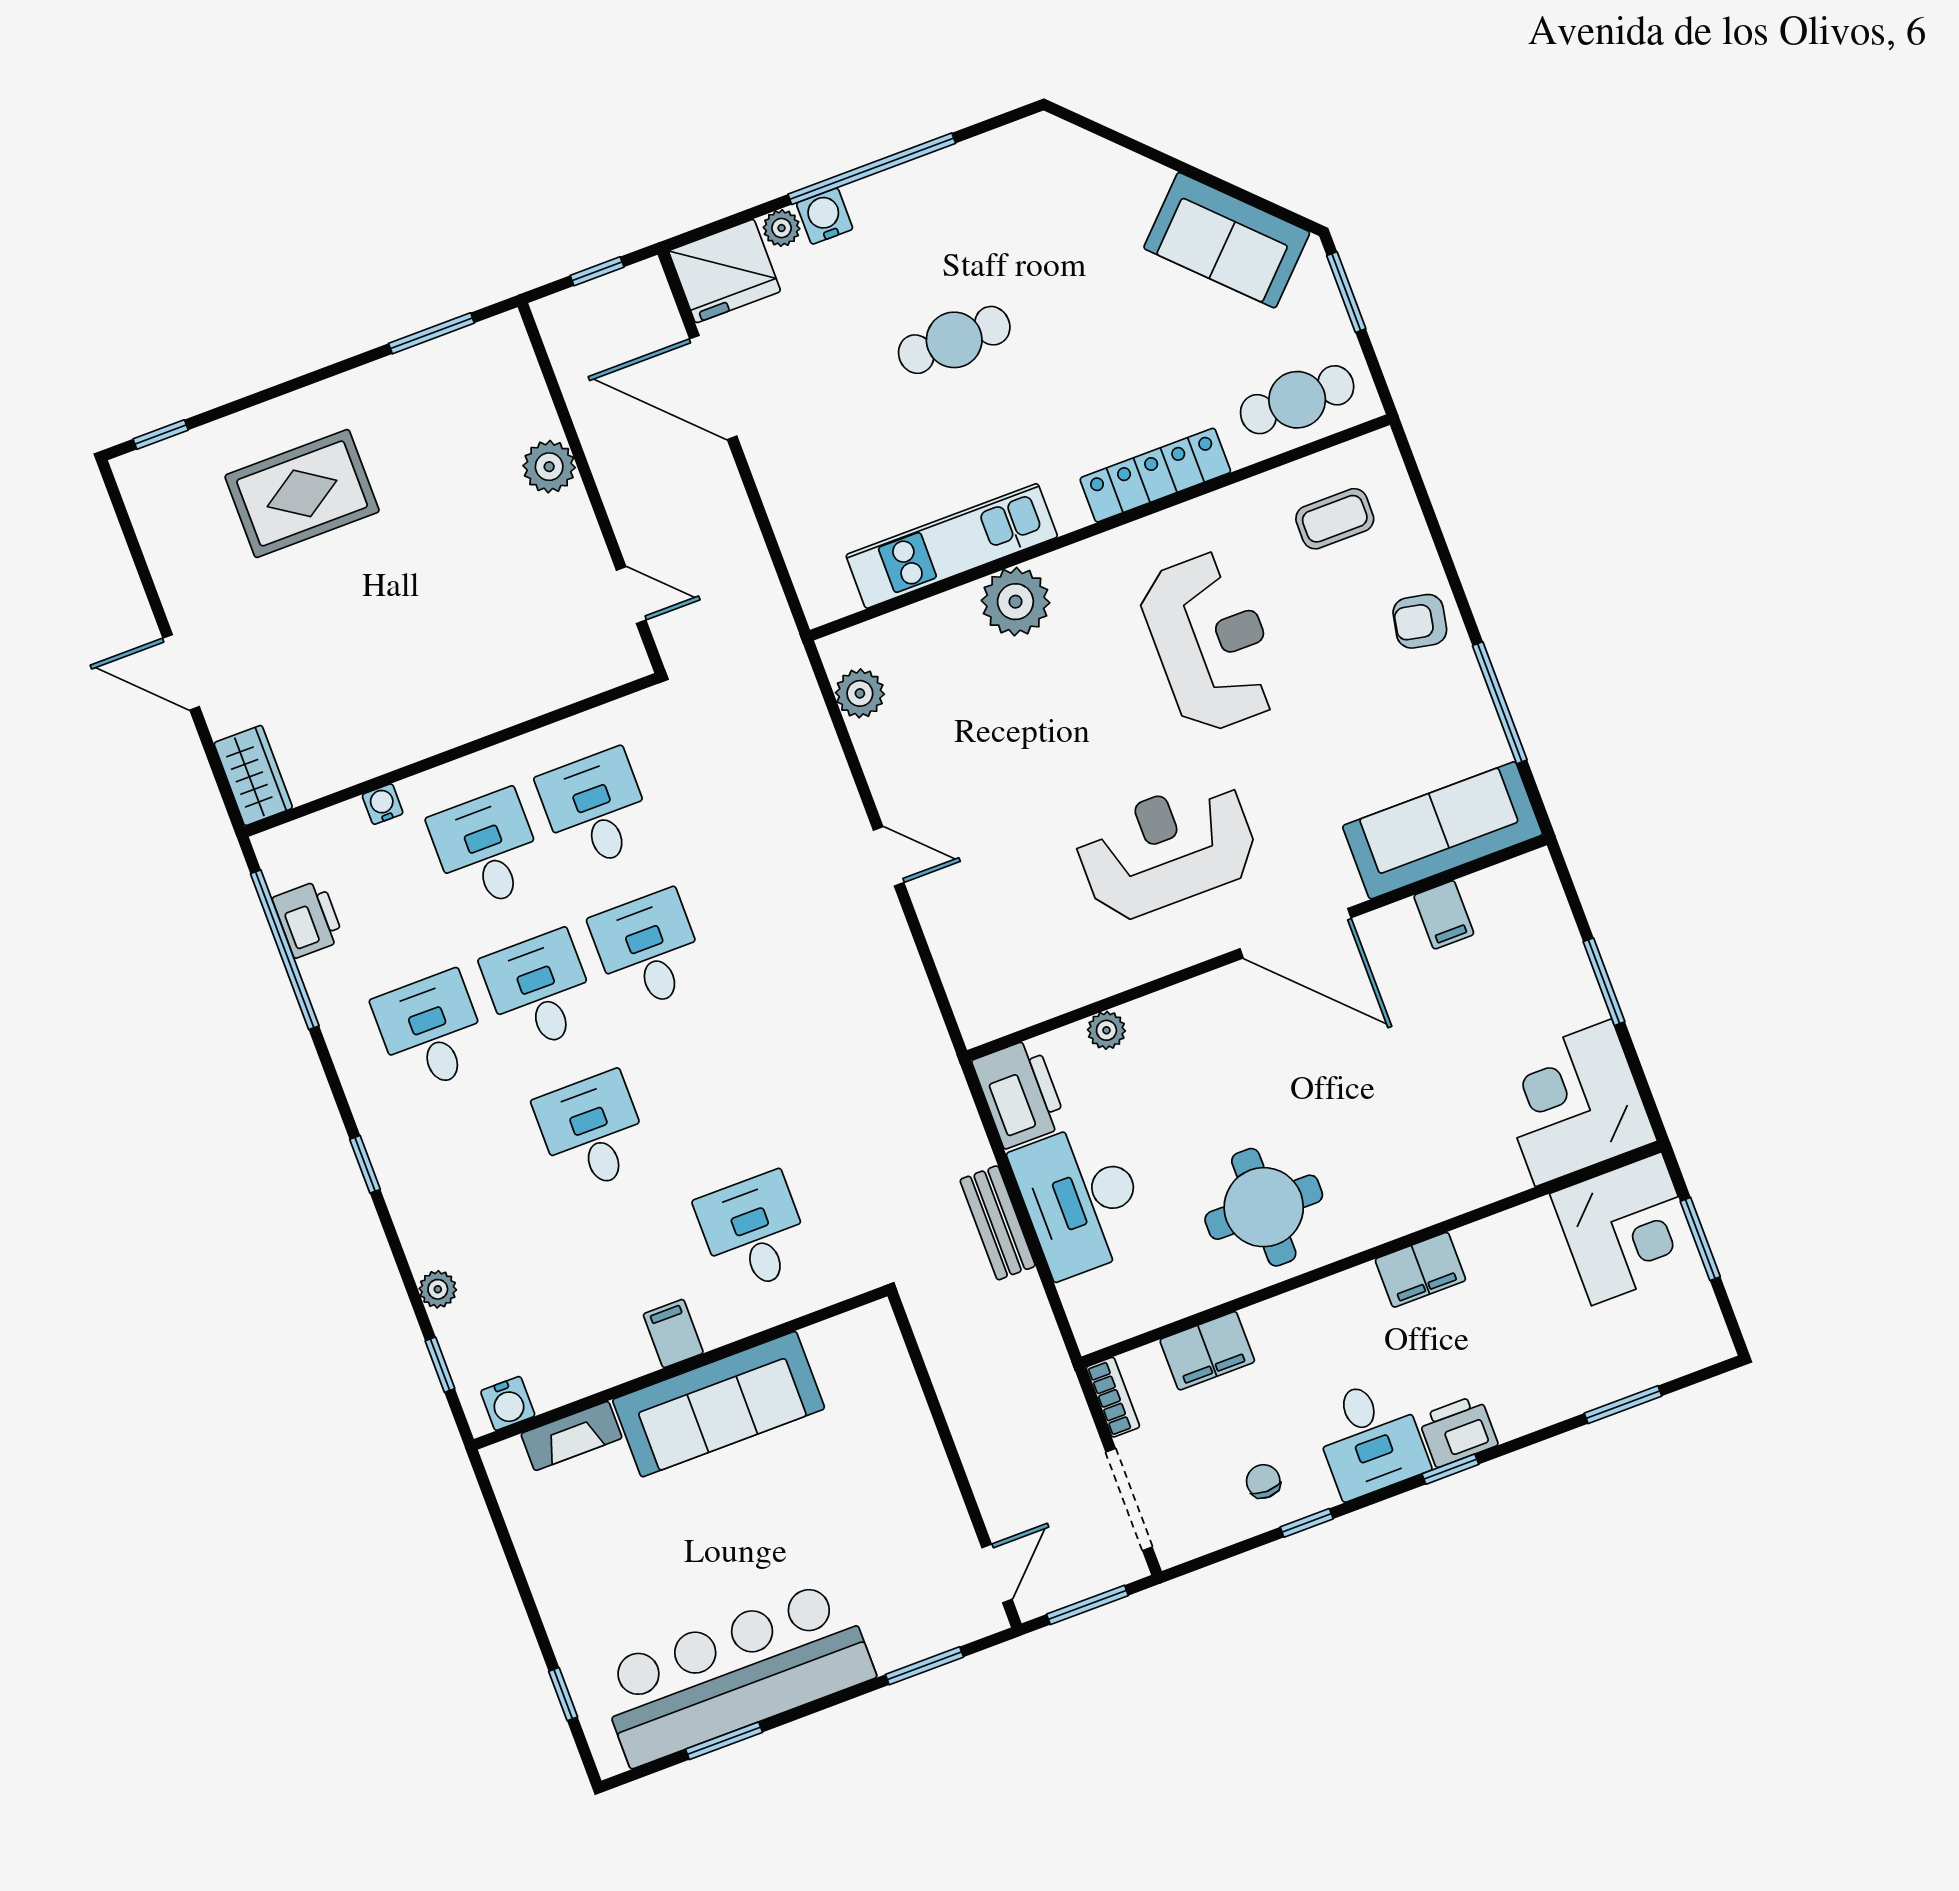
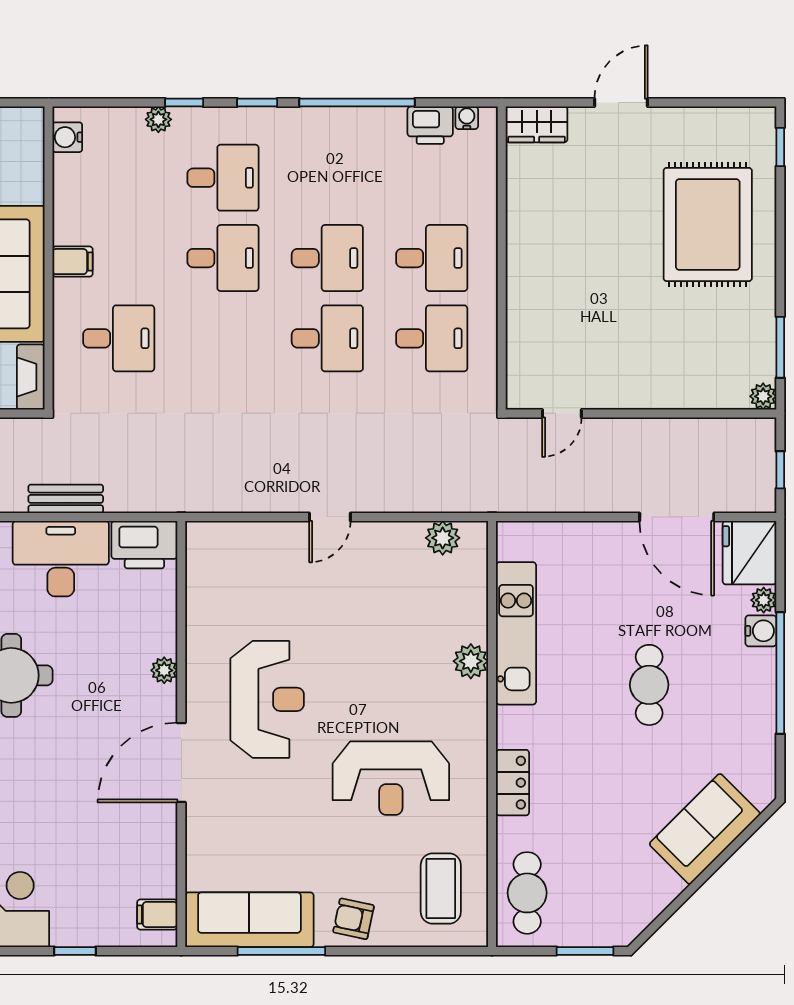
sofa: (1227, 240) -> (705, 829), moved
door: (713, 387) -> (677, 517), swing flipped
plant: (549, 467) -> (763, 396), moved, width x0.73, depth x0.73
locker: (1155, 475) -> (513, 783), width x0.66
rug: (302, 493) -> (708, 224), width x1.37, depth x1.44
coffee table: (1335, 519) -> (441, 889), width x1.36, depth x1.30
plant: (1015, 602) -> (471, 661), width x0.73, depth x0.73
armchair: (1420, 621) -> (354, 919), turned -89
water cooler: (383, 804) -> (467, 118), moved, turned -90
sofa: (1442, 830) -> (249, 920), moved, turned -90
filing cabinet: (1444, 915) -> (157, 914), moved
window: (285, 950) -> (357, 103), moved
window: (1604, 982) -> (75, 951), width x0.67
plant: (1106, 1030) -> (164, 670), moved
desk: (431, 1031) -> (223, 178), moved
window: (440, 1365) -> (184, 103), moved
fireplace: (571, 1436) -> (31, 377), moved

